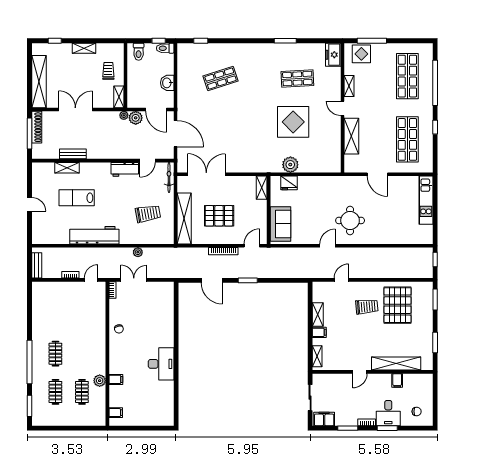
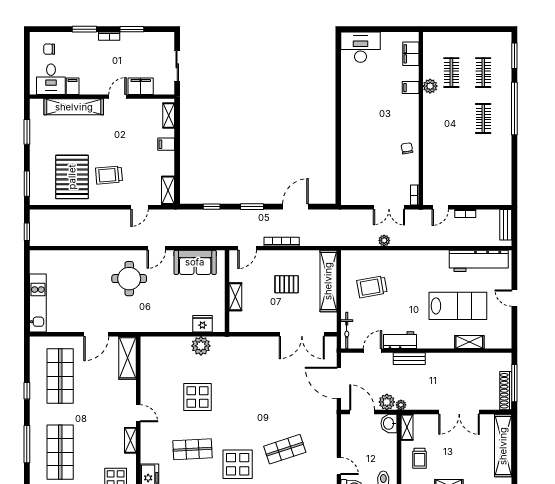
door: (175, 65) -> (339, 466), added
display table: (260, 66) -> (238, 464), added
washbasin: (167, 83) -> (389, 423), moved, turned 180
window: (435, 83) -> (27, 444), width x0.68
display table: (293, 122) -> (197, 397), width x0.73, depth x0.73
shelving: (351, 136) -> (128, 358), moved
bench: (73, 154) -> (409, 359), moved
door: (377, 174) -> (96, 334), swing flipped
shelving: (262, 188) -> (235, 297), moved
lab bench: (77, 198) -> (458, 306), width x1.36, depth x1.39
pallet: (219, 216) -> (287, 284), width x0.67, depth x0.71
sofa: (280, 224) -> (195, 262), moved, turned -90
workbench: (94, 235) -> (479, 261), moved
door: (212, 280) -> (295, 207), hinge flipped
window: (281, 280) -> (212, 207), added
shelving: (318, 314) -> (168, 190), moved
desk: (161, 364) -> (361, 47), moved, turned 90
filing cabinet: (116, 413) -> (411, 54), width x2.00
desk: (388, 413) -> (51, 79), moved, turned 180
filing cabinet: (324, 419) -> (141, 86), moved, turned 180

